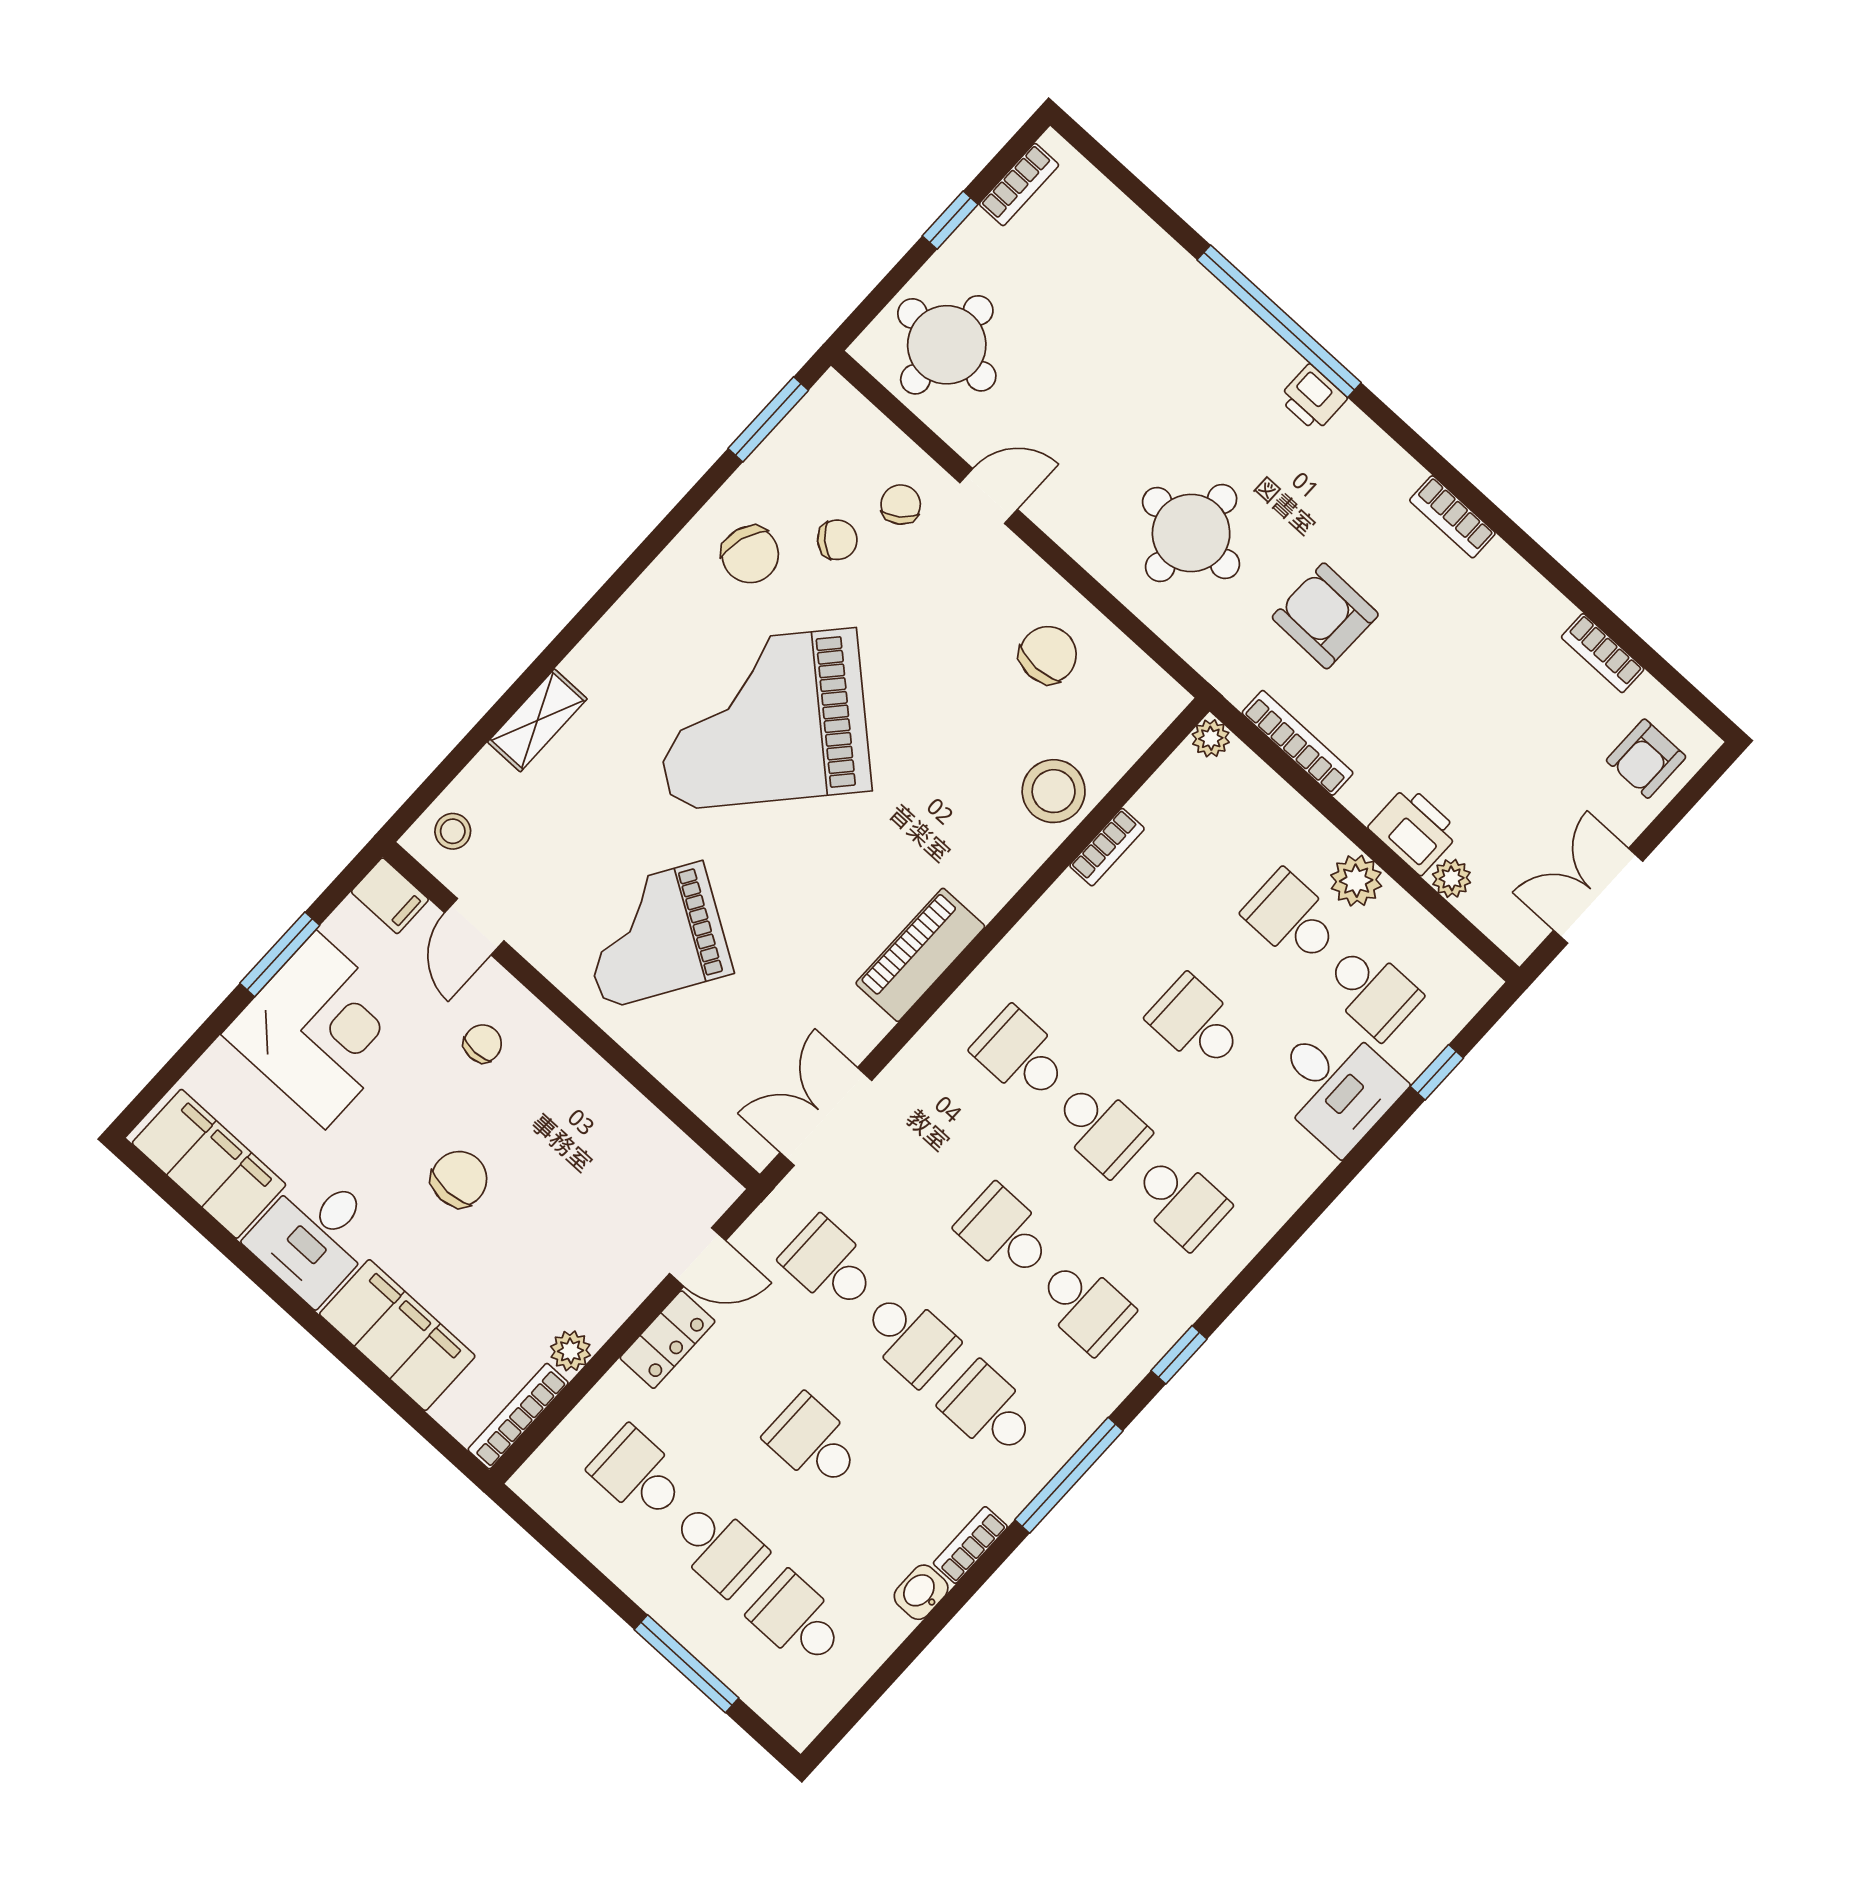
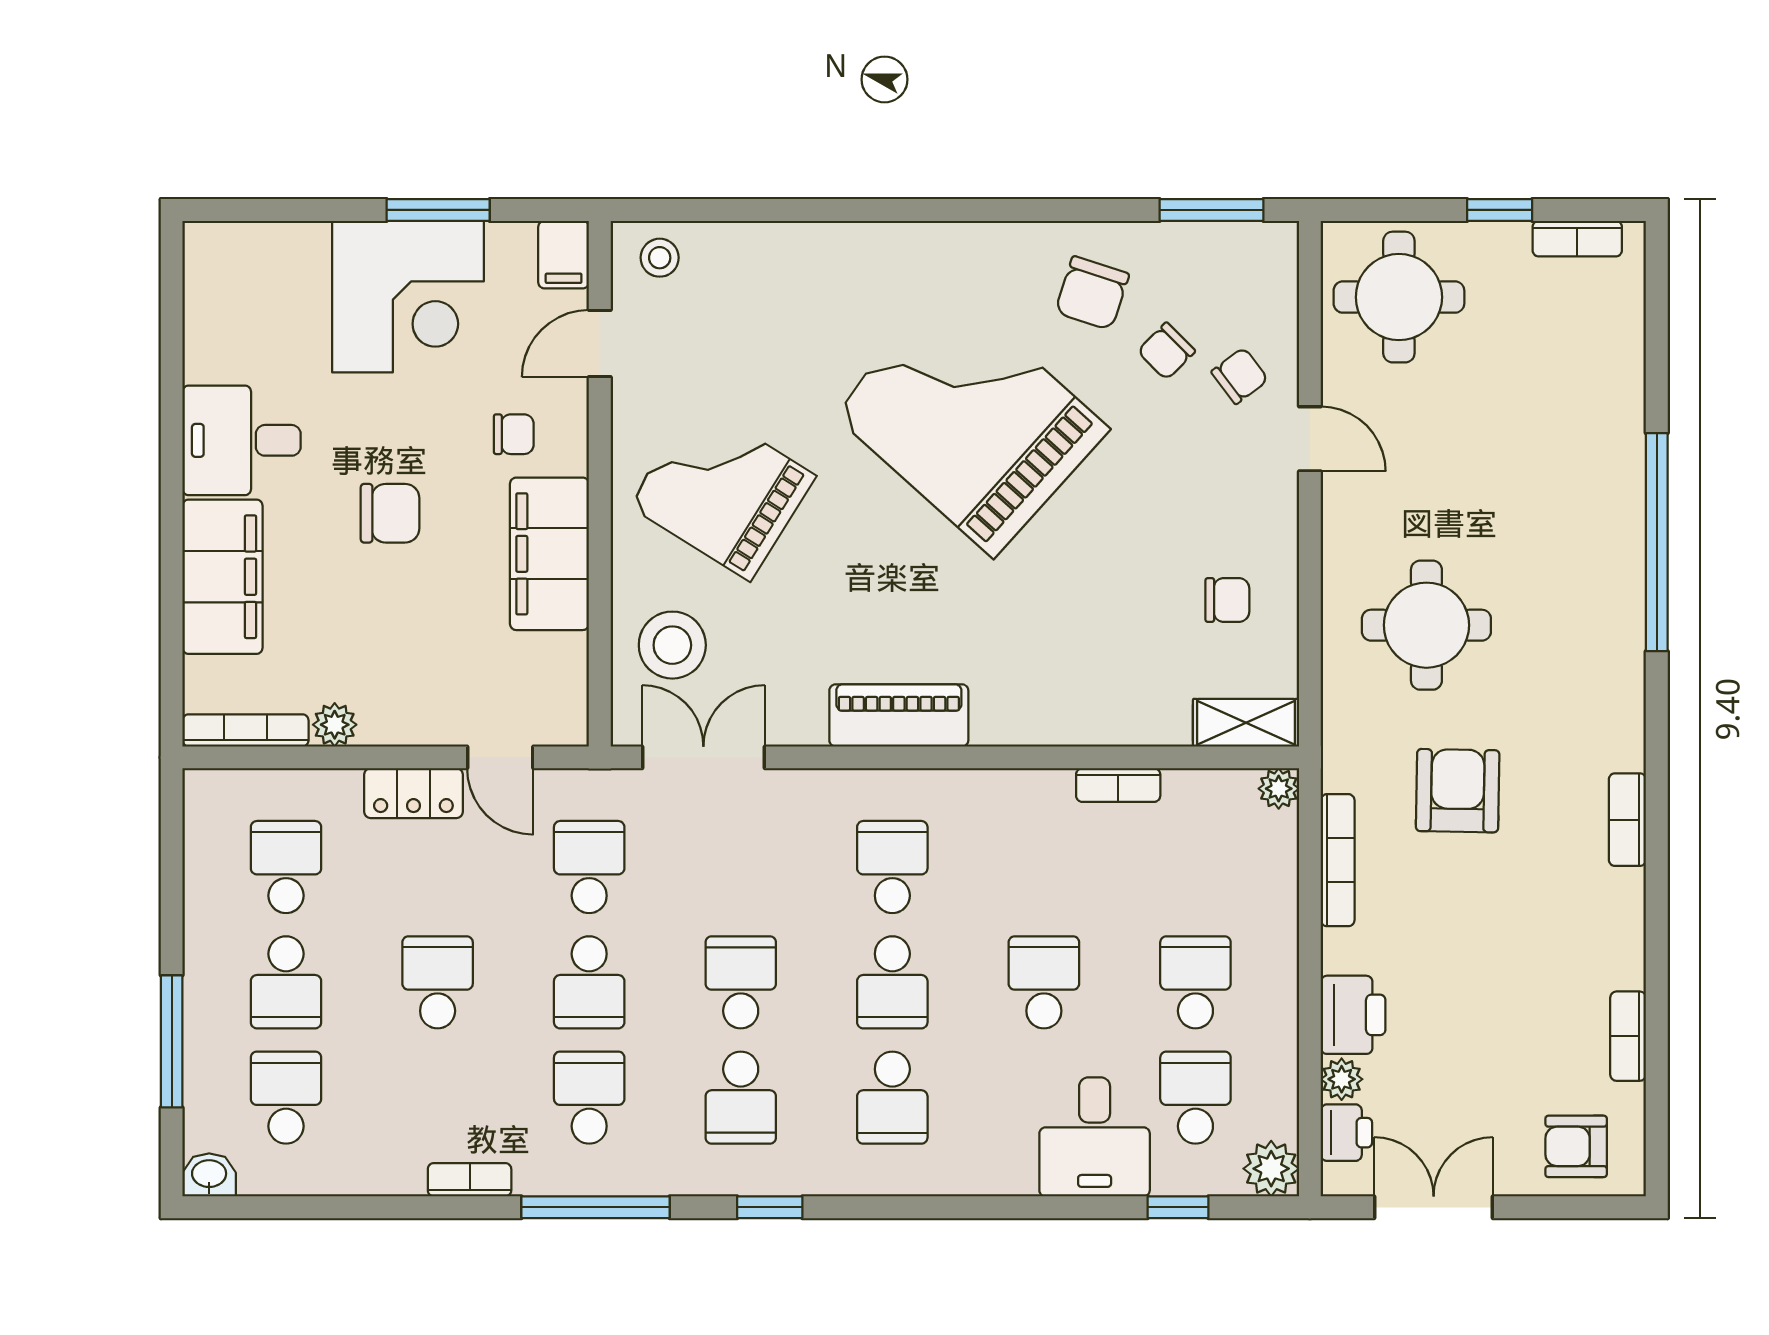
printer: (1313, 398) -> (1346, 1133), moved, turned 180
chair: (837, 540) -> (1166, 351), turned 92
chair: (1048, 655) -> (1227, 600), width x0.73, depth x0.73
shelving: (537, 720) -> (1246, 723), moved
stool: (1054, 791) -> (672, 645), moved
plant: (1356, 881) -> (1271, 1169), moved
school desk: (1372, 991) -> (1195, 1098), turned 180
filing cabinet: (209, 1164) -> (549, 554), moved, turned 180
washbasin: (921, 1592) -> (209, 1175), moved

